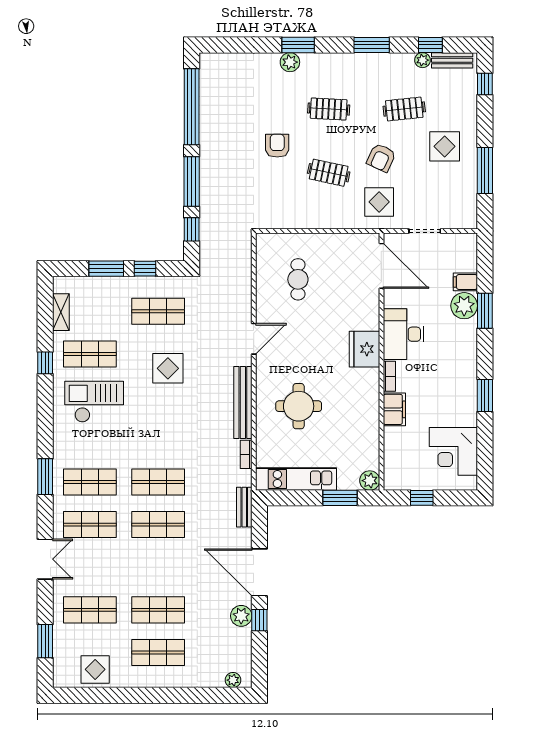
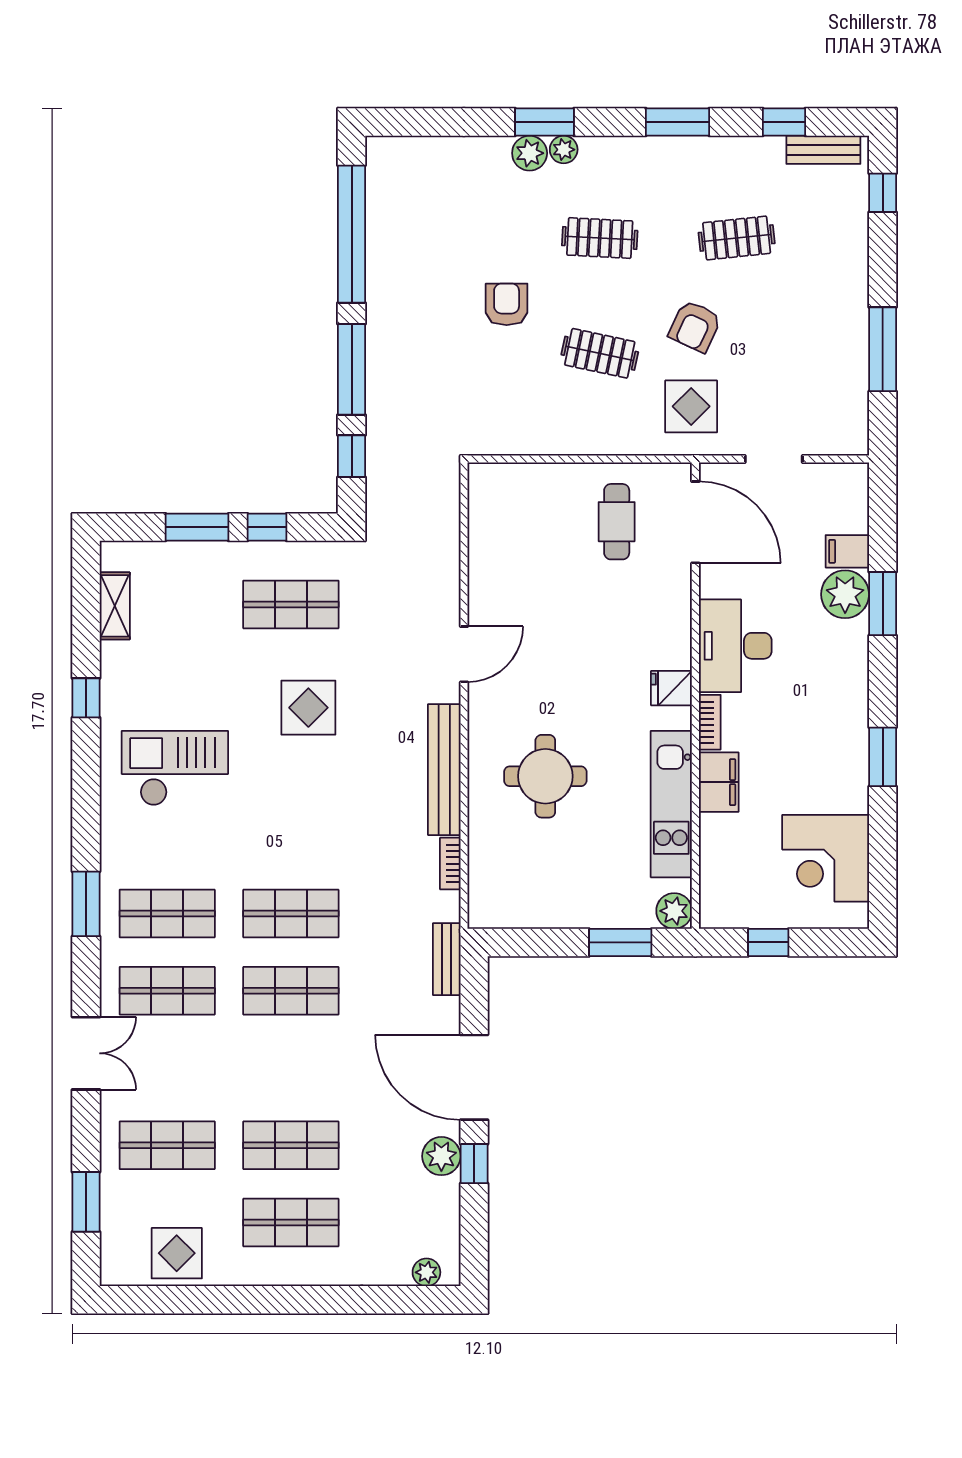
plant: (422, 60) -> (564, 150), moved
display table: (445, 146) -> (810, 306), removed
cafe table: (298, 279) -> (617, 522), moved
fridge: (364, 349) -> (671, 688), width x0.53, depth x0.75
shop shelf: (90, 354) -> (167, 682), removed
kitchen unit: (296, 479) -> (671, 804), moved, turned -90

